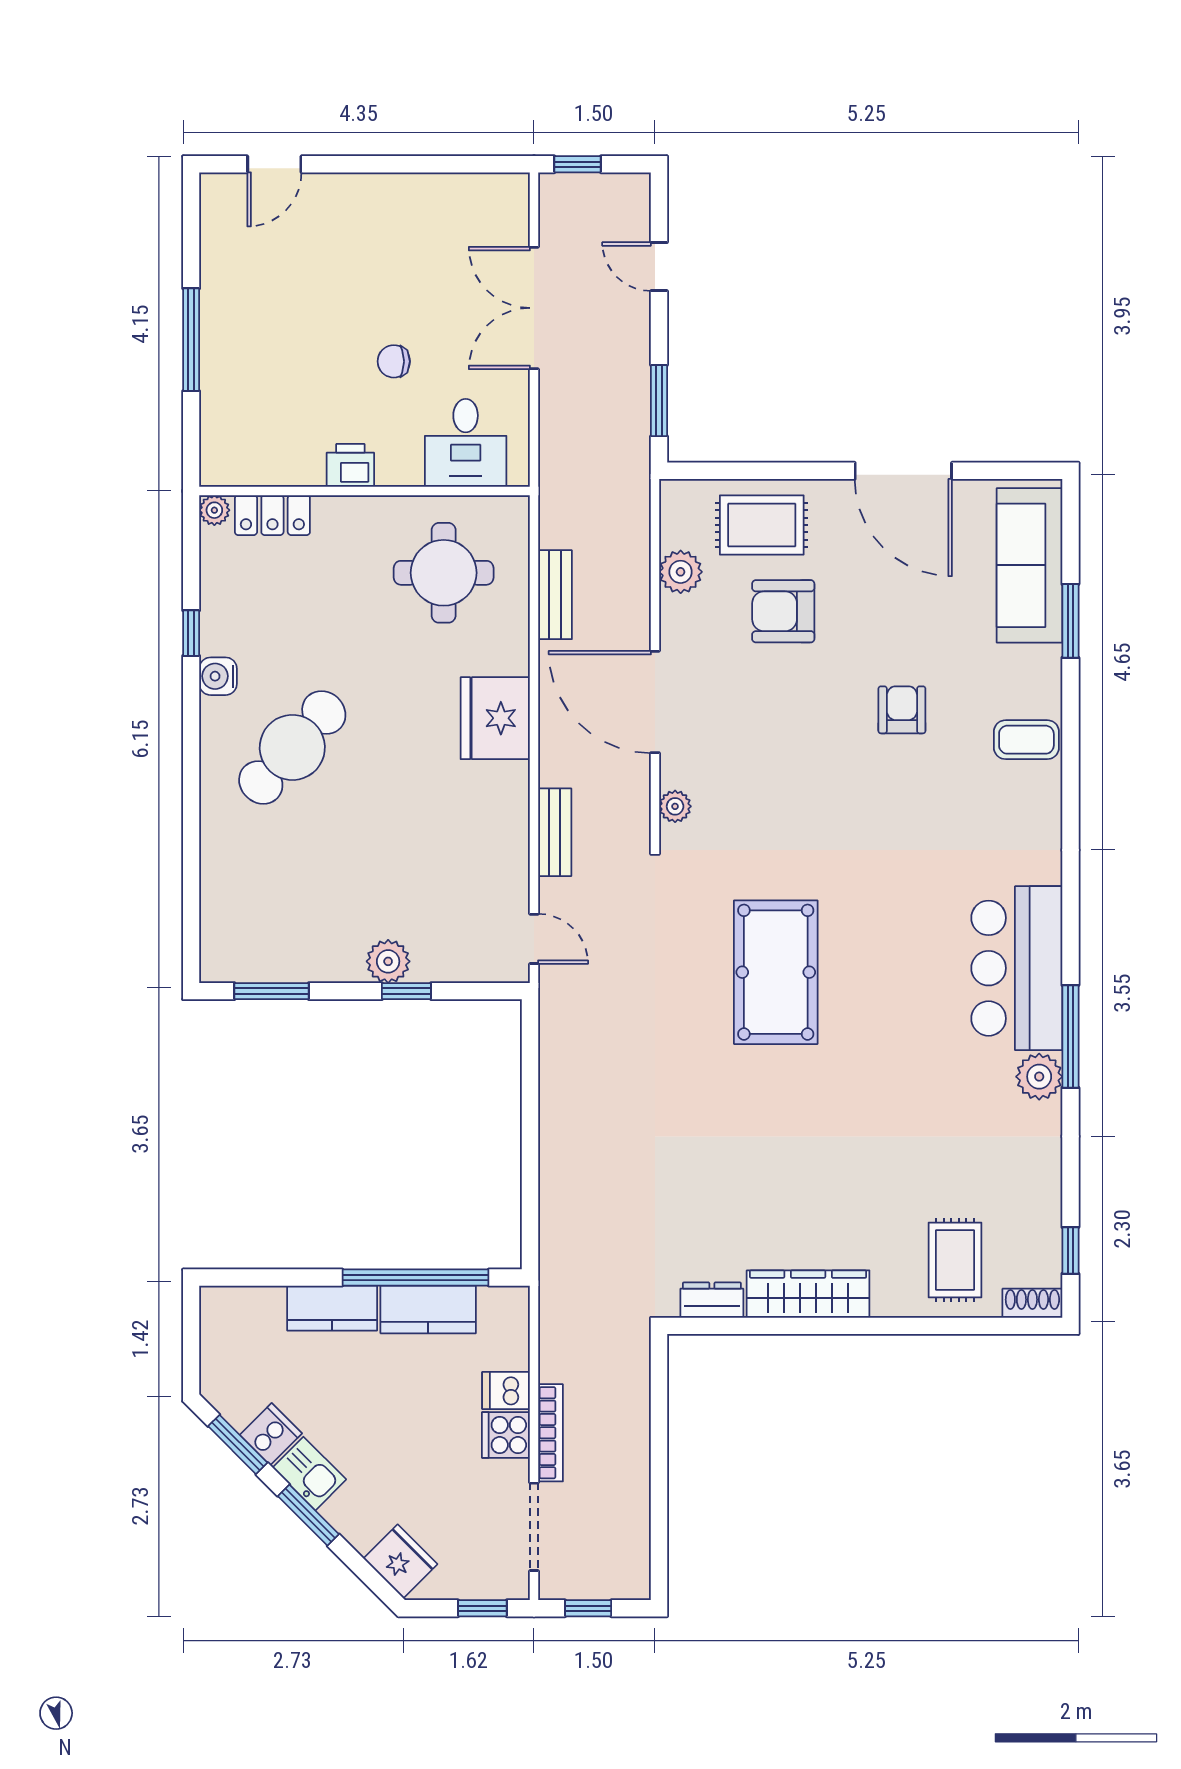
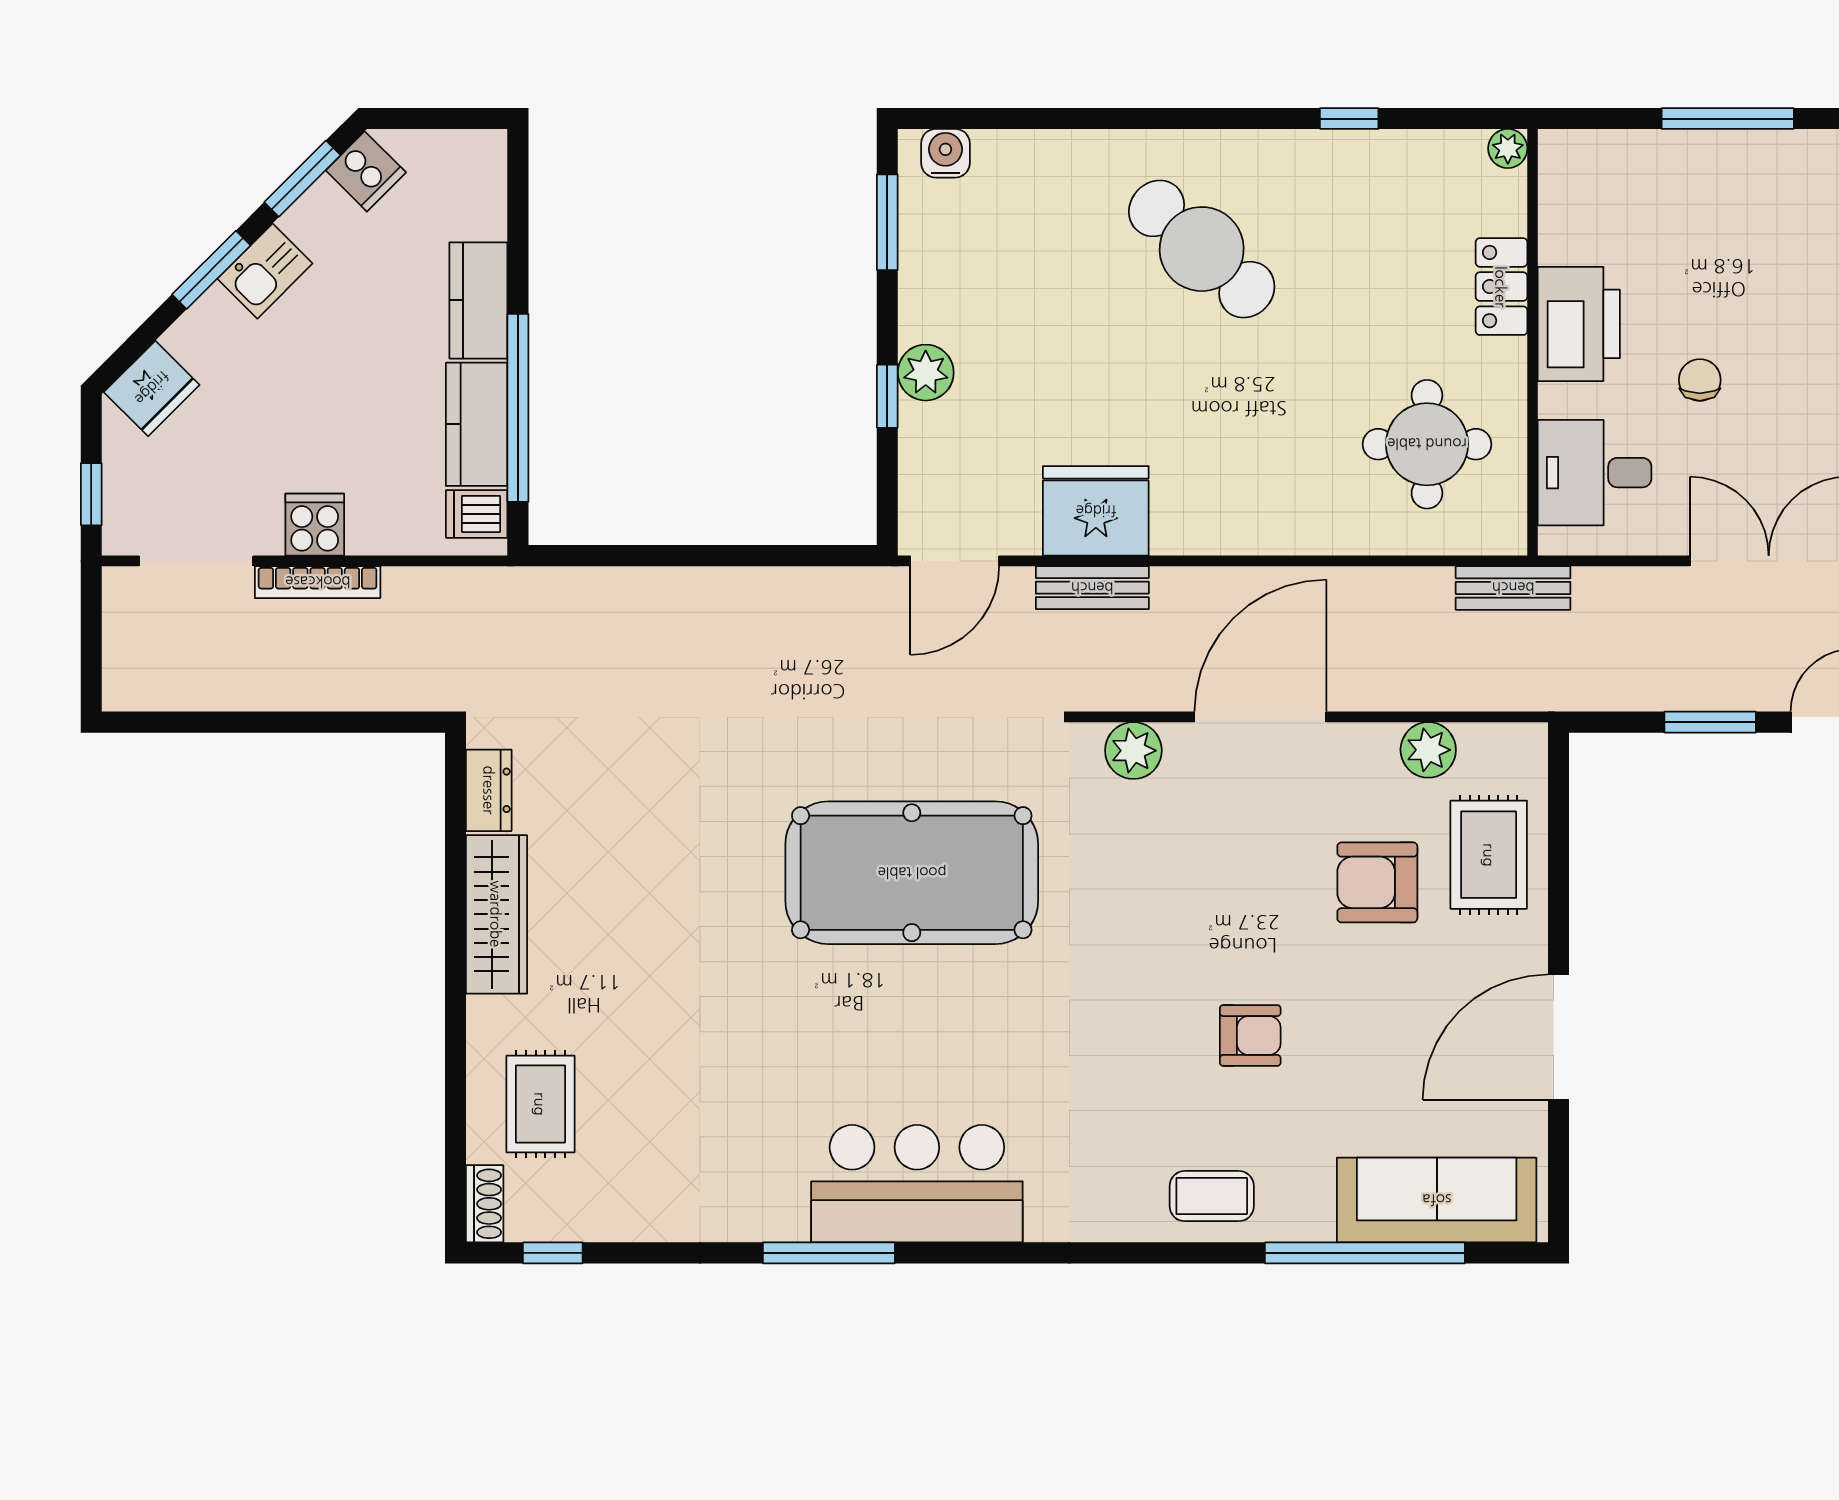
window: (659, 401) -> (1710, 722), moved
printer: (350, 465) -> (1579, 324), width x1.87, depth x1.48
locker: (272, 515) -> (1501, 287), moved
bench: (555, 595) -> (1513, 588), moved
armchair: (783, 611) -> (1377, 882), turned -90
window: (1070, 621) -> (1365, 1253), width x2.11
water cooler: (218, 676) -> (945, 153), moved
fridge: (495, 718) -> (1096, 511), moved
coffee table: (1026, 740) -> (1212, 1196), turned 90
plant: (675, 806) -> (1133, 751), width x1.38, depth x1.38
door: (534, 939) -> (955, 561), width x1.37
pool table: (776, 972) -> (912, 873), width x1.36, depth x1.32
plant: (1039, 1077) -> (777, 1213), removed
rug: (955, 1260) -> (540, 1104), turned 90
dishwasher: (506, 1391) -> (477, 514), moved, turned -90
cooker: (271, 1434) -> (366, 171), moved
window: (588, 1608) -> (91, 631), removed

